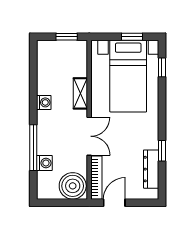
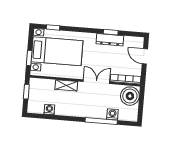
window: (132, 37) -> (29, 58), moved
washing machine: (44, 102) -> (49, 109), moved
dresser: (151, 169) -> (110, 40), moved
door: (114, 203) -> (145, 56), moved

